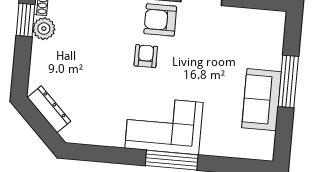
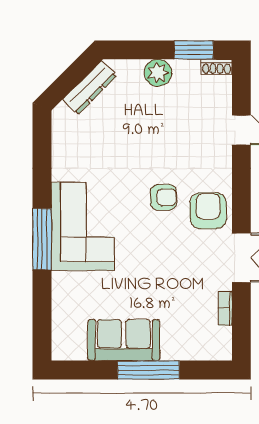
bookcase: (243, 13) -> (225, 308), added
plant: (44, 29) -> (158, 73), moved

